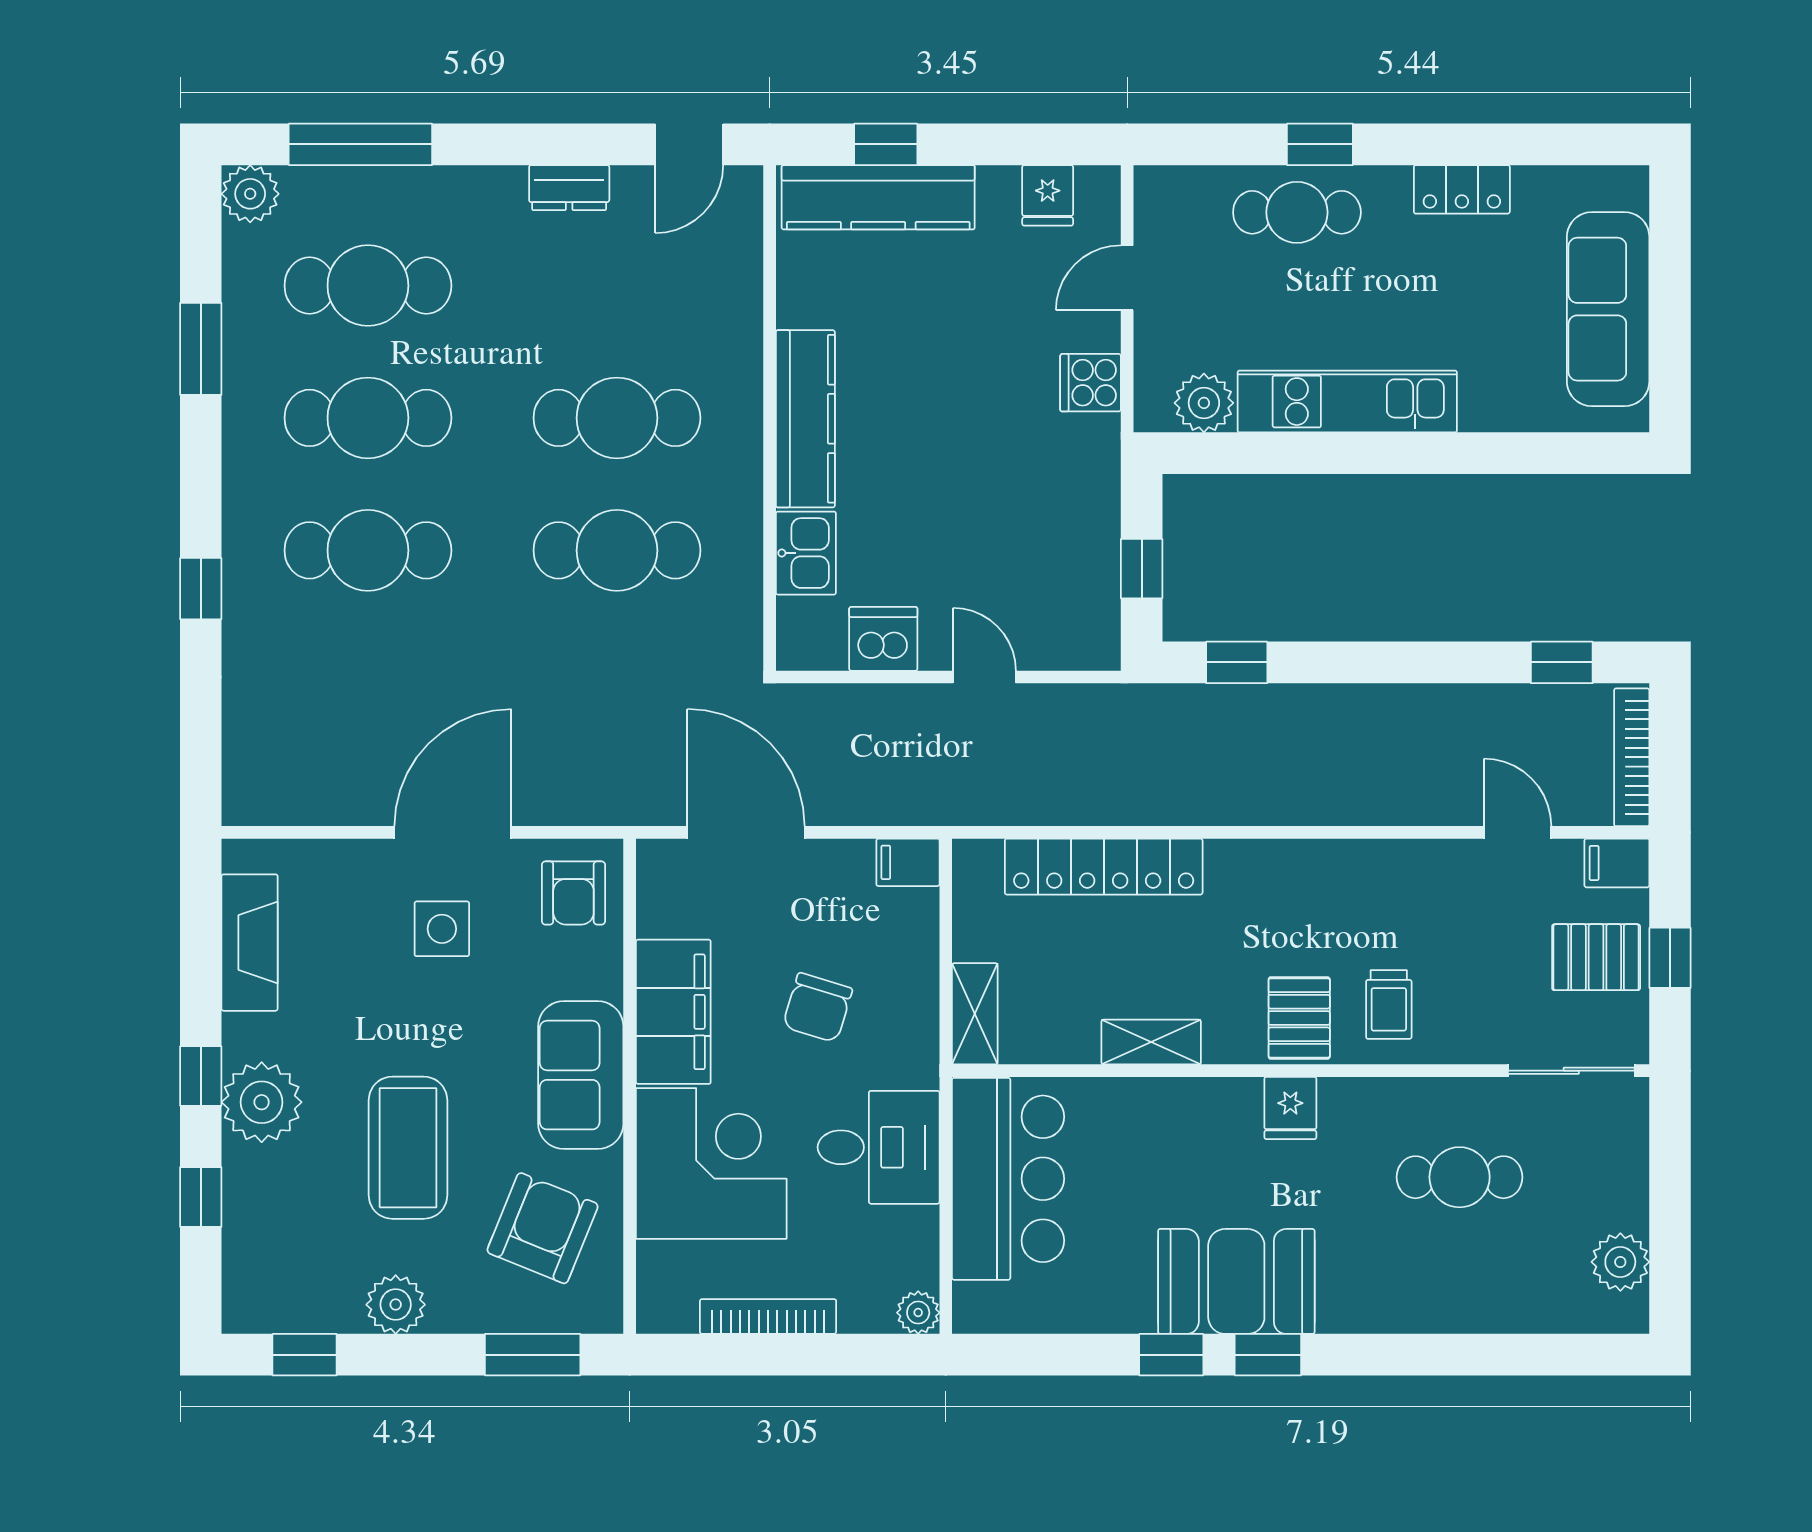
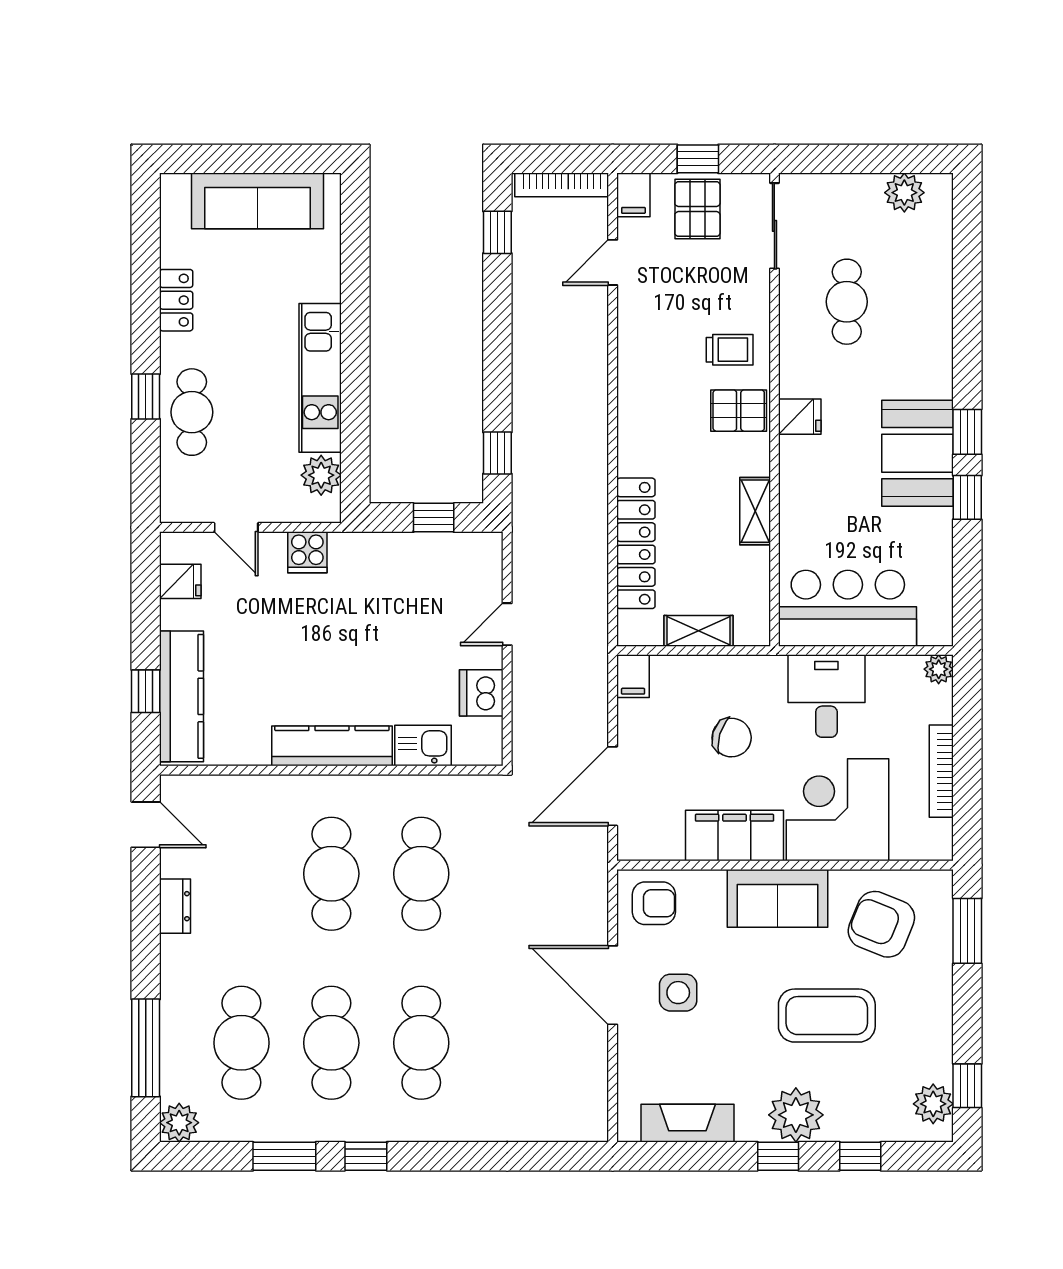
window: (201, 589) -> (366, 1156), moved
shelving: (975, 1014) -> (698, 631), moved
plant: (396, 1305) -> (933, 1104), moved

